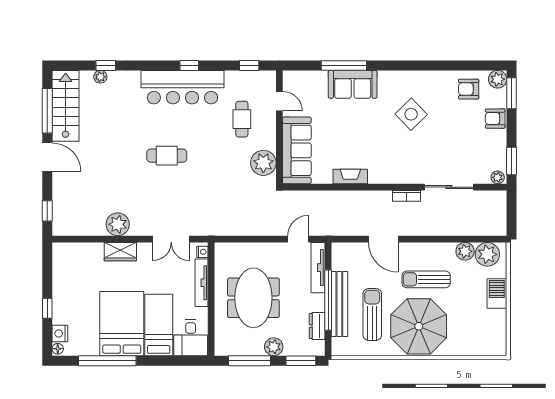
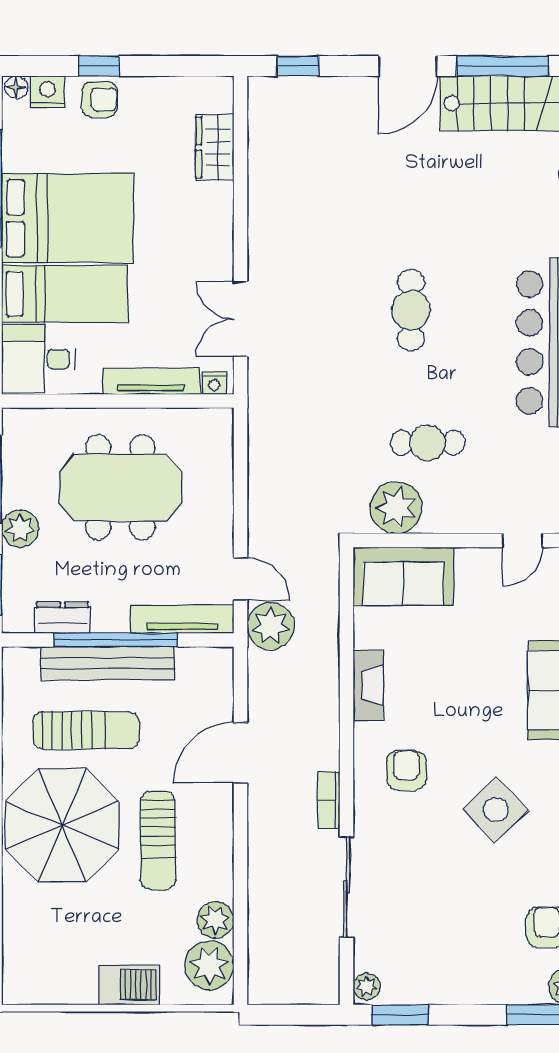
cafe table: (242, 119) -> (427, 443), moved
armchair: (495, 119) -> (406, 770), moved
sofa: (297, 150) -> (404, 576), width x0.73
plant: (118, 224) -> (271, 626), moved
wardrobe: (120, 252) -> (215, 147), moved
sun lounger: (426, 279) -> (158, 840), turned 180
armchair: (64, 308) -> (100, 99), added

